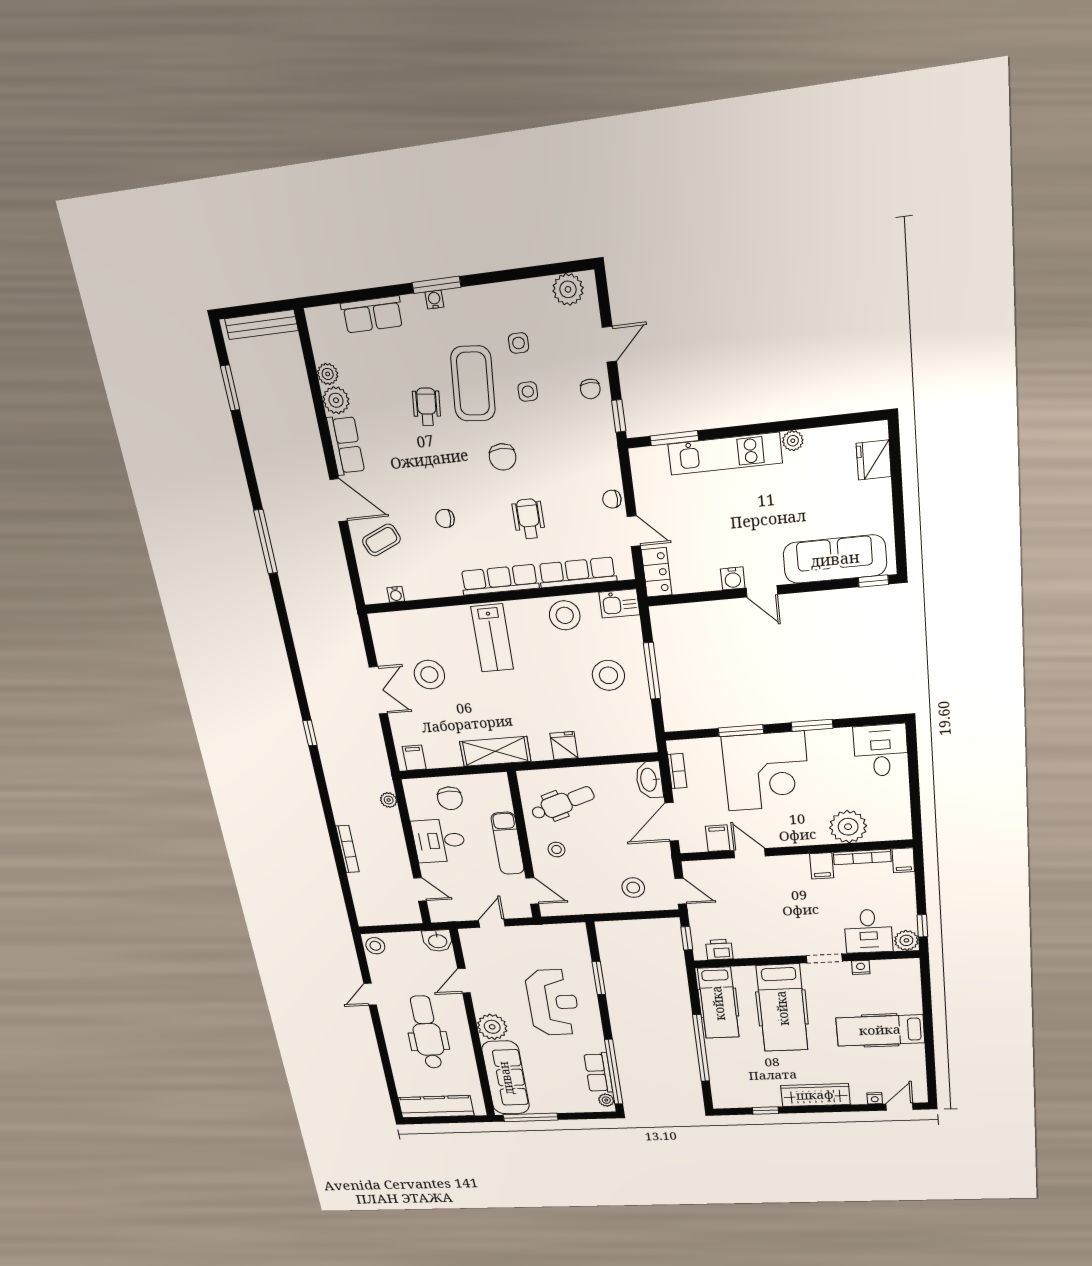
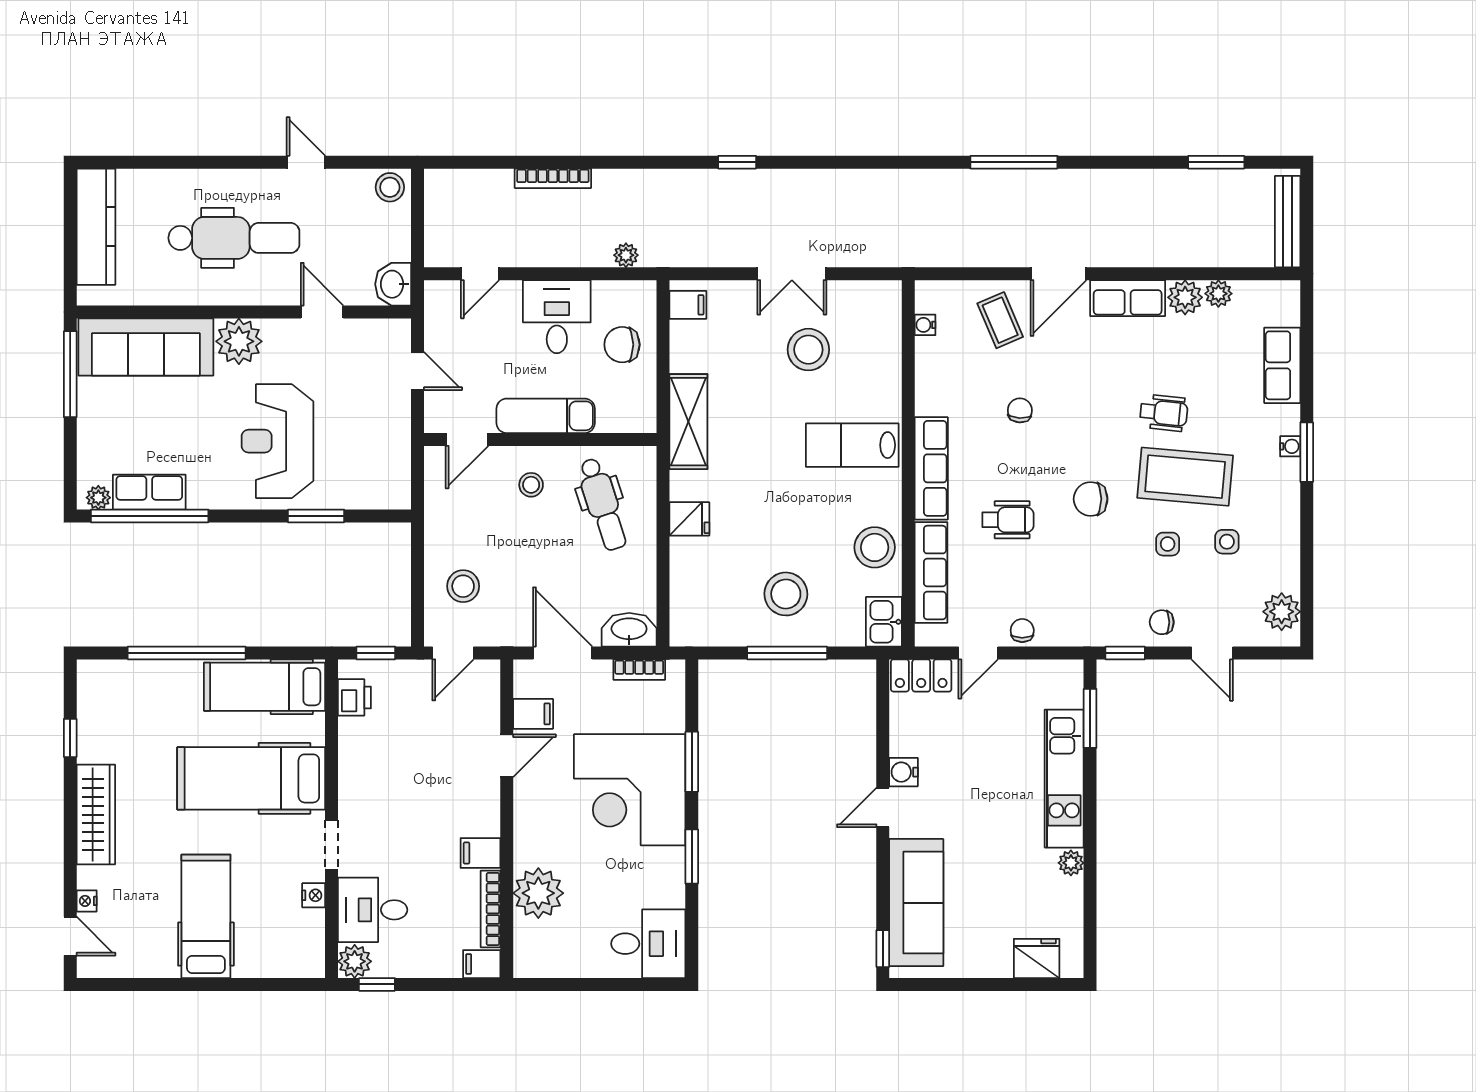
reception desk: (553, 1002) -> (277, 441), turned 90

